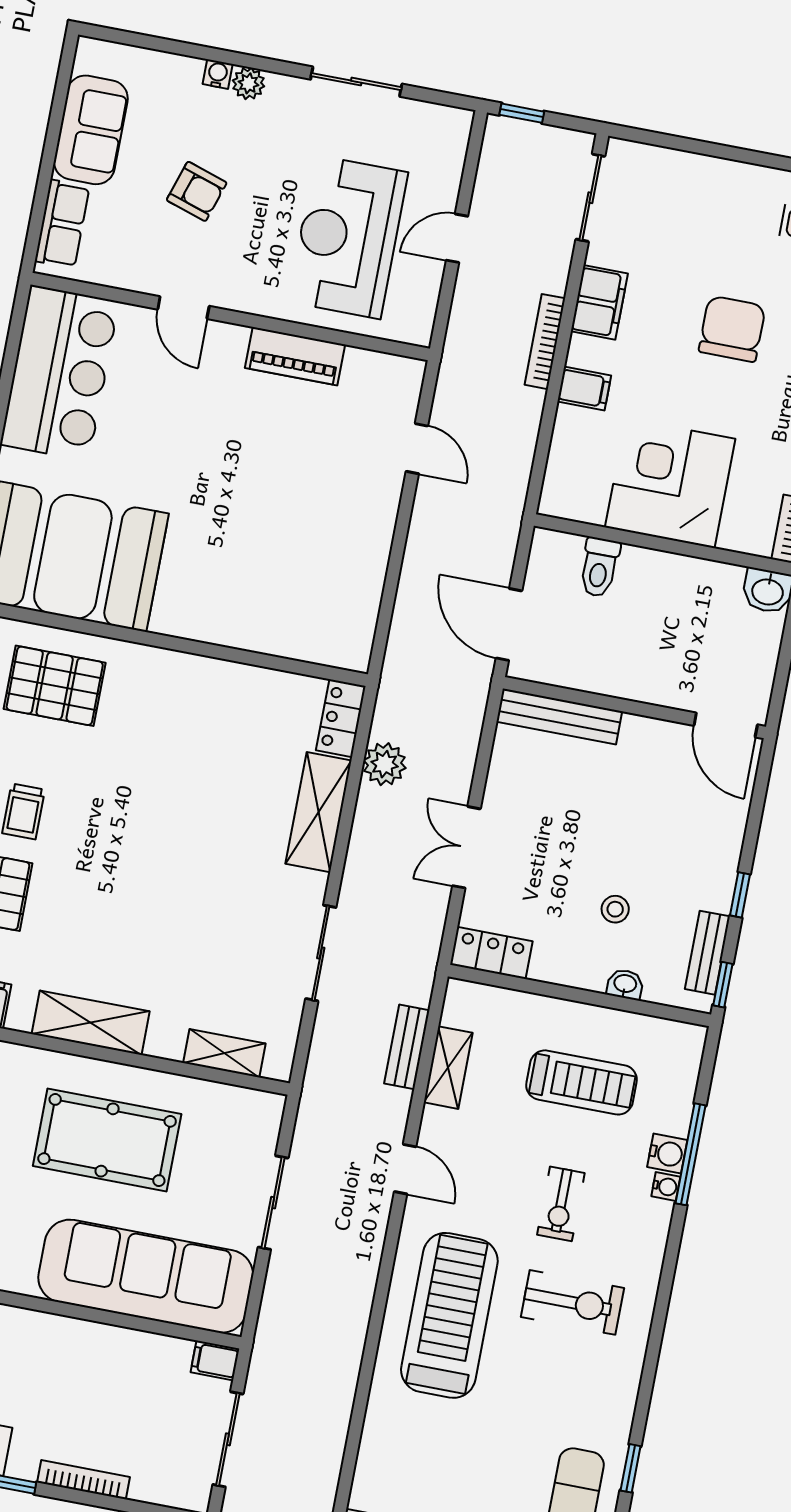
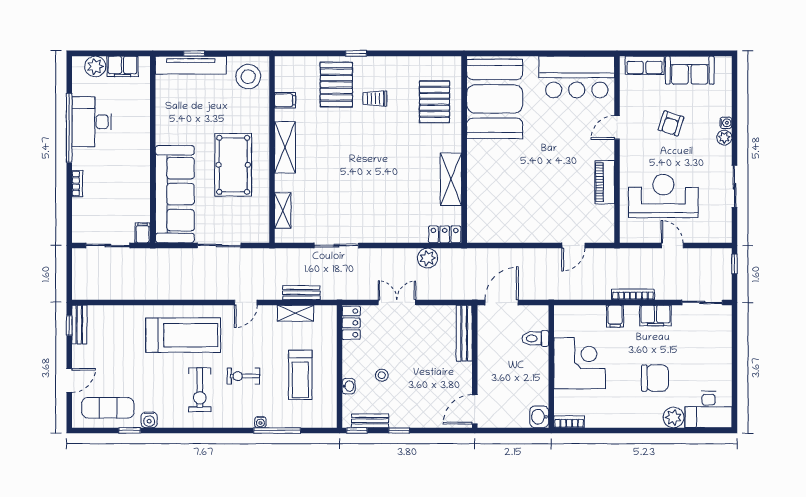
shelving: (318, 812) -> (451, 179), moved, turned 90
water cooler: (667, 1154) -> (149, 420), moved
bookcase: (83, 1480) -> (77, 184), width x0.64

